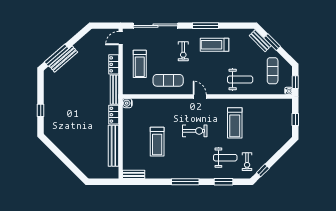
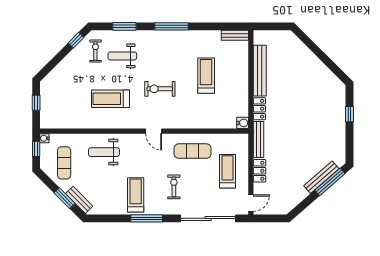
treadmill: (214, 45) -> (136, 195), turned -90
treadmill: (235, 123) -> (110, 99), turned -90

